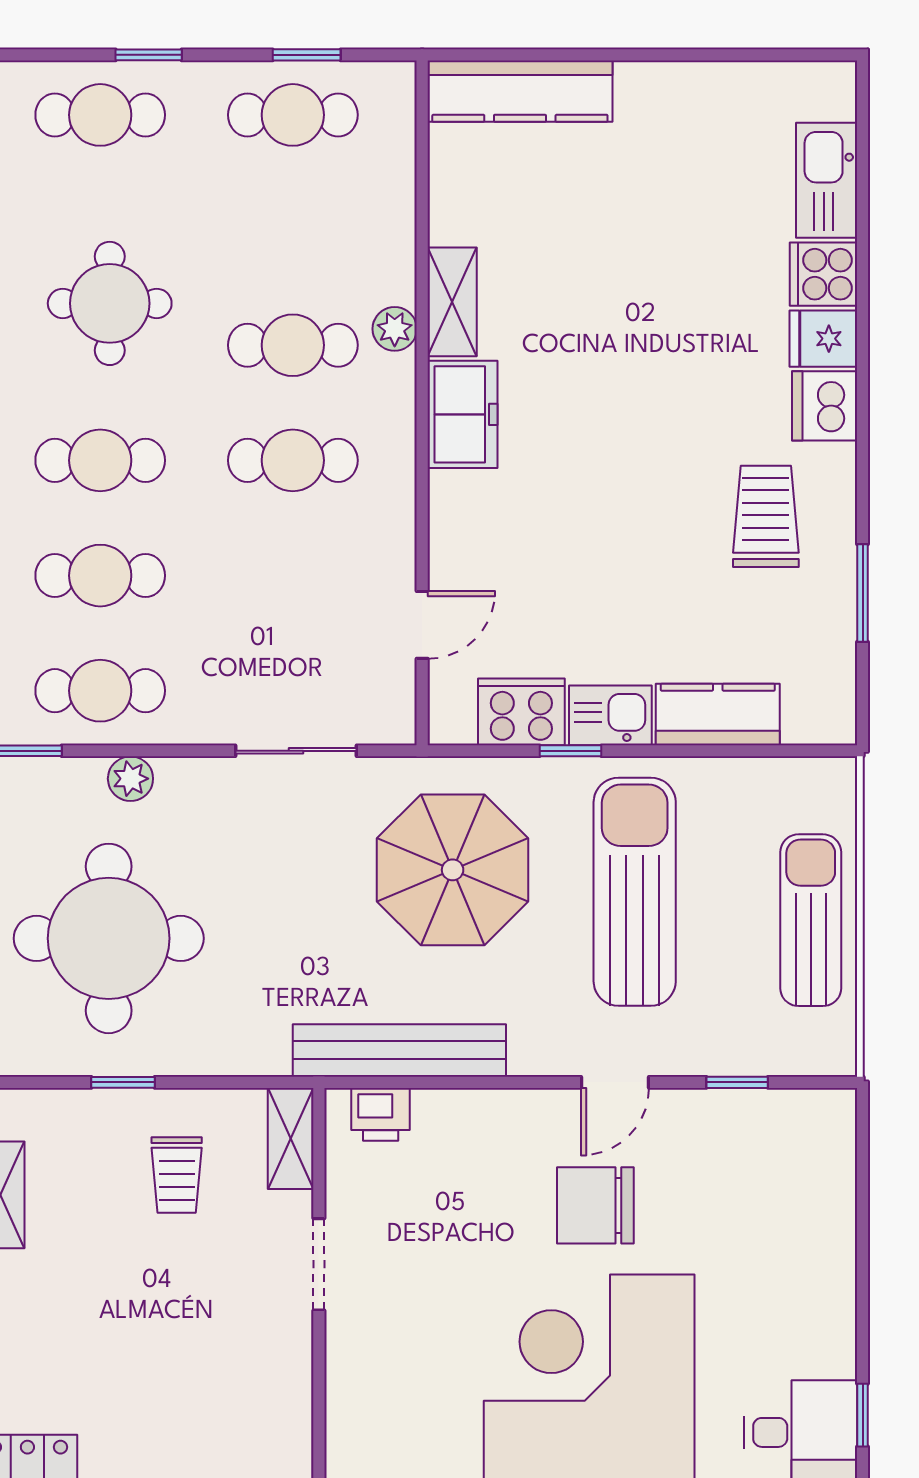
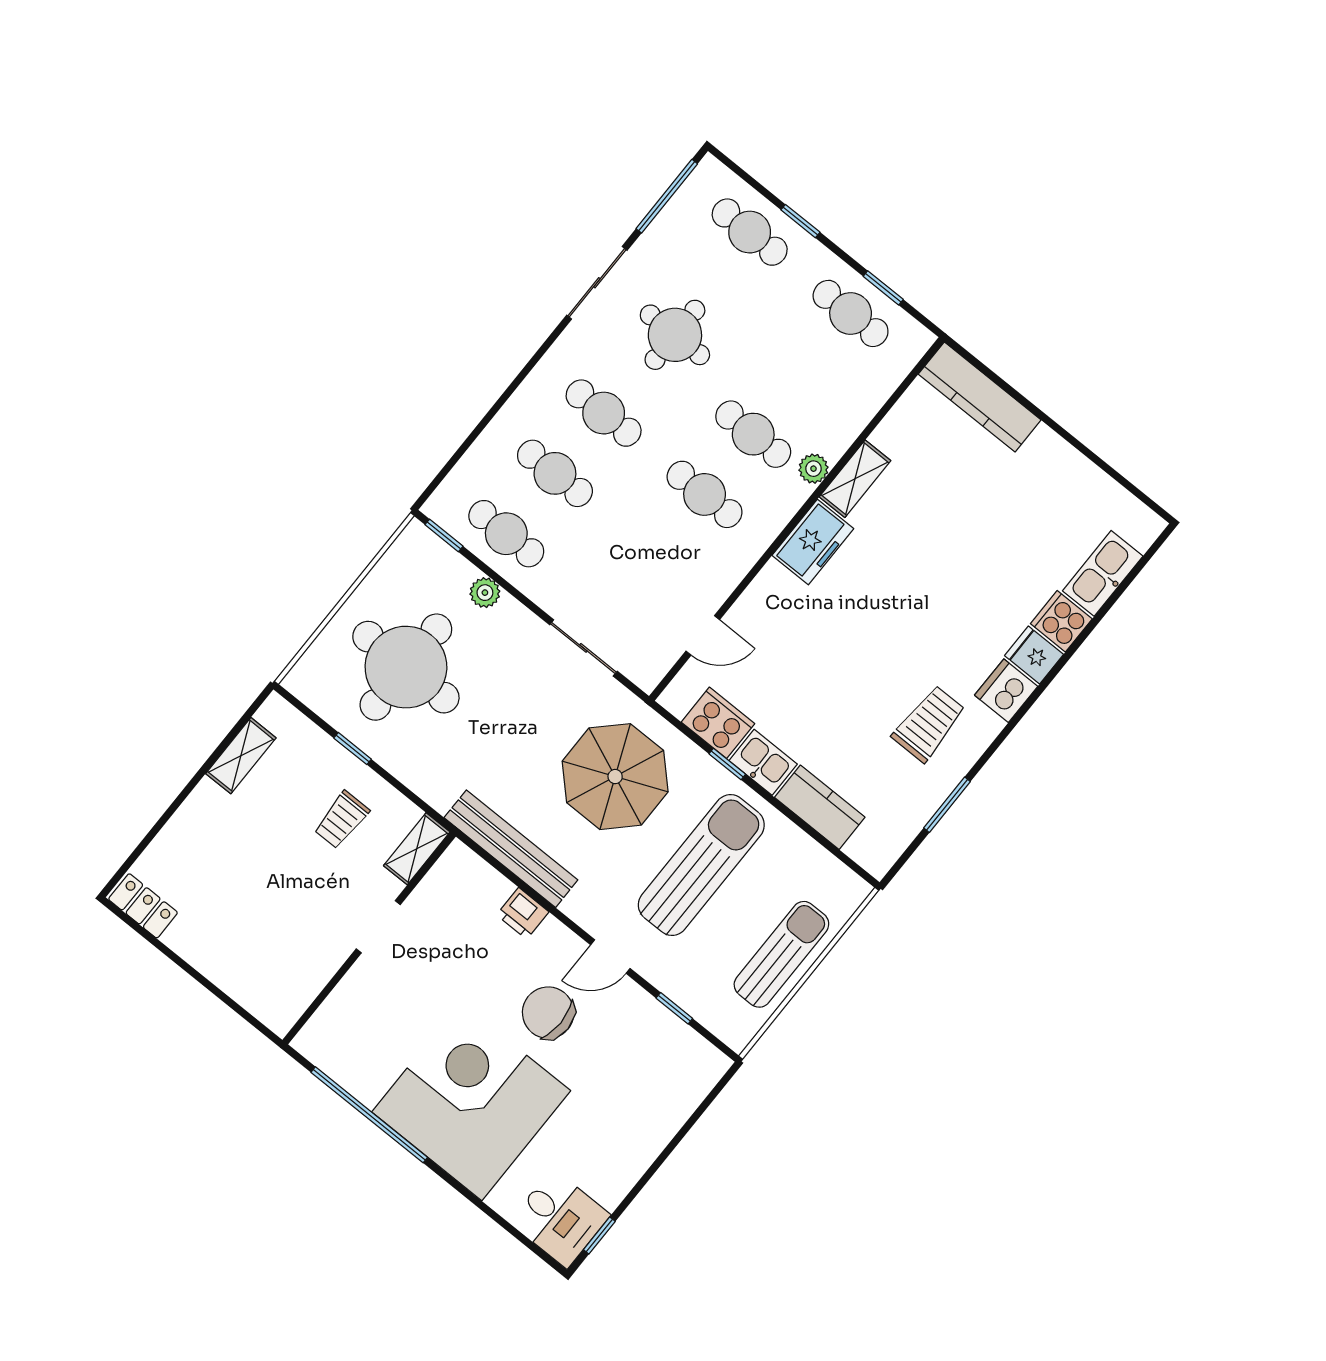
printer: (381, 1114) -> (523, 913), moved

